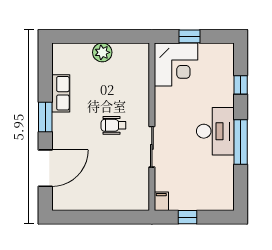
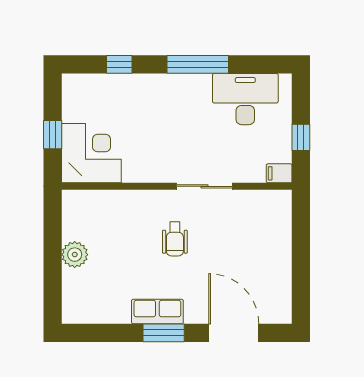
row of seats: (61, 93) -> (157, 312), moved
desk: (215, 131) -> (245, 99), moved

